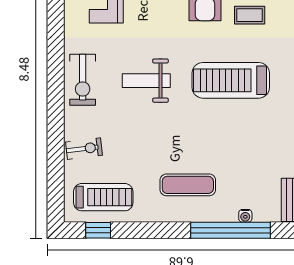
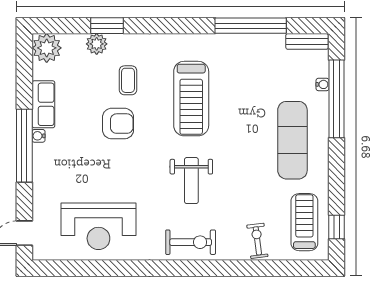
exercise mat: (188, 185) -> (292, 140), width x1.36, depth x1.45

